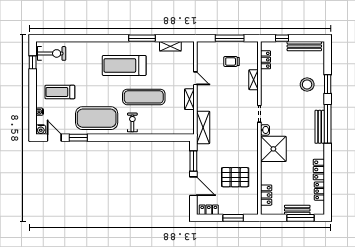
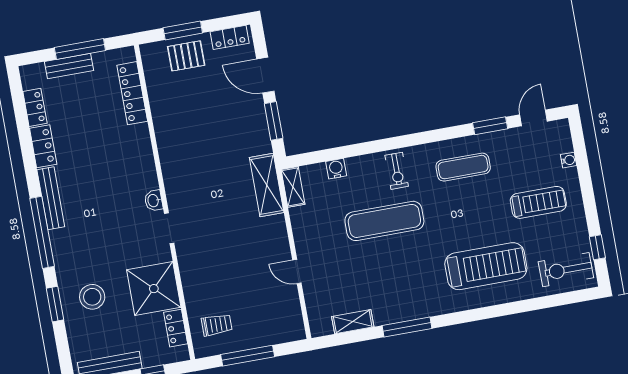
trolley: (232, 61) -> (217, 325), moved
treadmill: (124, 65) -> (486, 266), moved
shelving: (254, 80) -> (191, 288), removed
shelving: (189, 99) -> (293, 187), moved
exercise mat: (97, 118) -> (463, 167), width x0.50, depth x0.69
bench: (320, 127) -> (51, 198), moved
water cooler: (41, 129) -> (336, 169), moved
door: (54, 138) -> (533, 118), swing flipped
shower: (273, 149) -> (154, 289), moved
pallet: (235, 177) -> (186, 56), moved, width x0.67, depth x0.71
locker: (266, 195) -> (132, 93), width x1.53
window: (301, 218) -> (80, 49), moved

